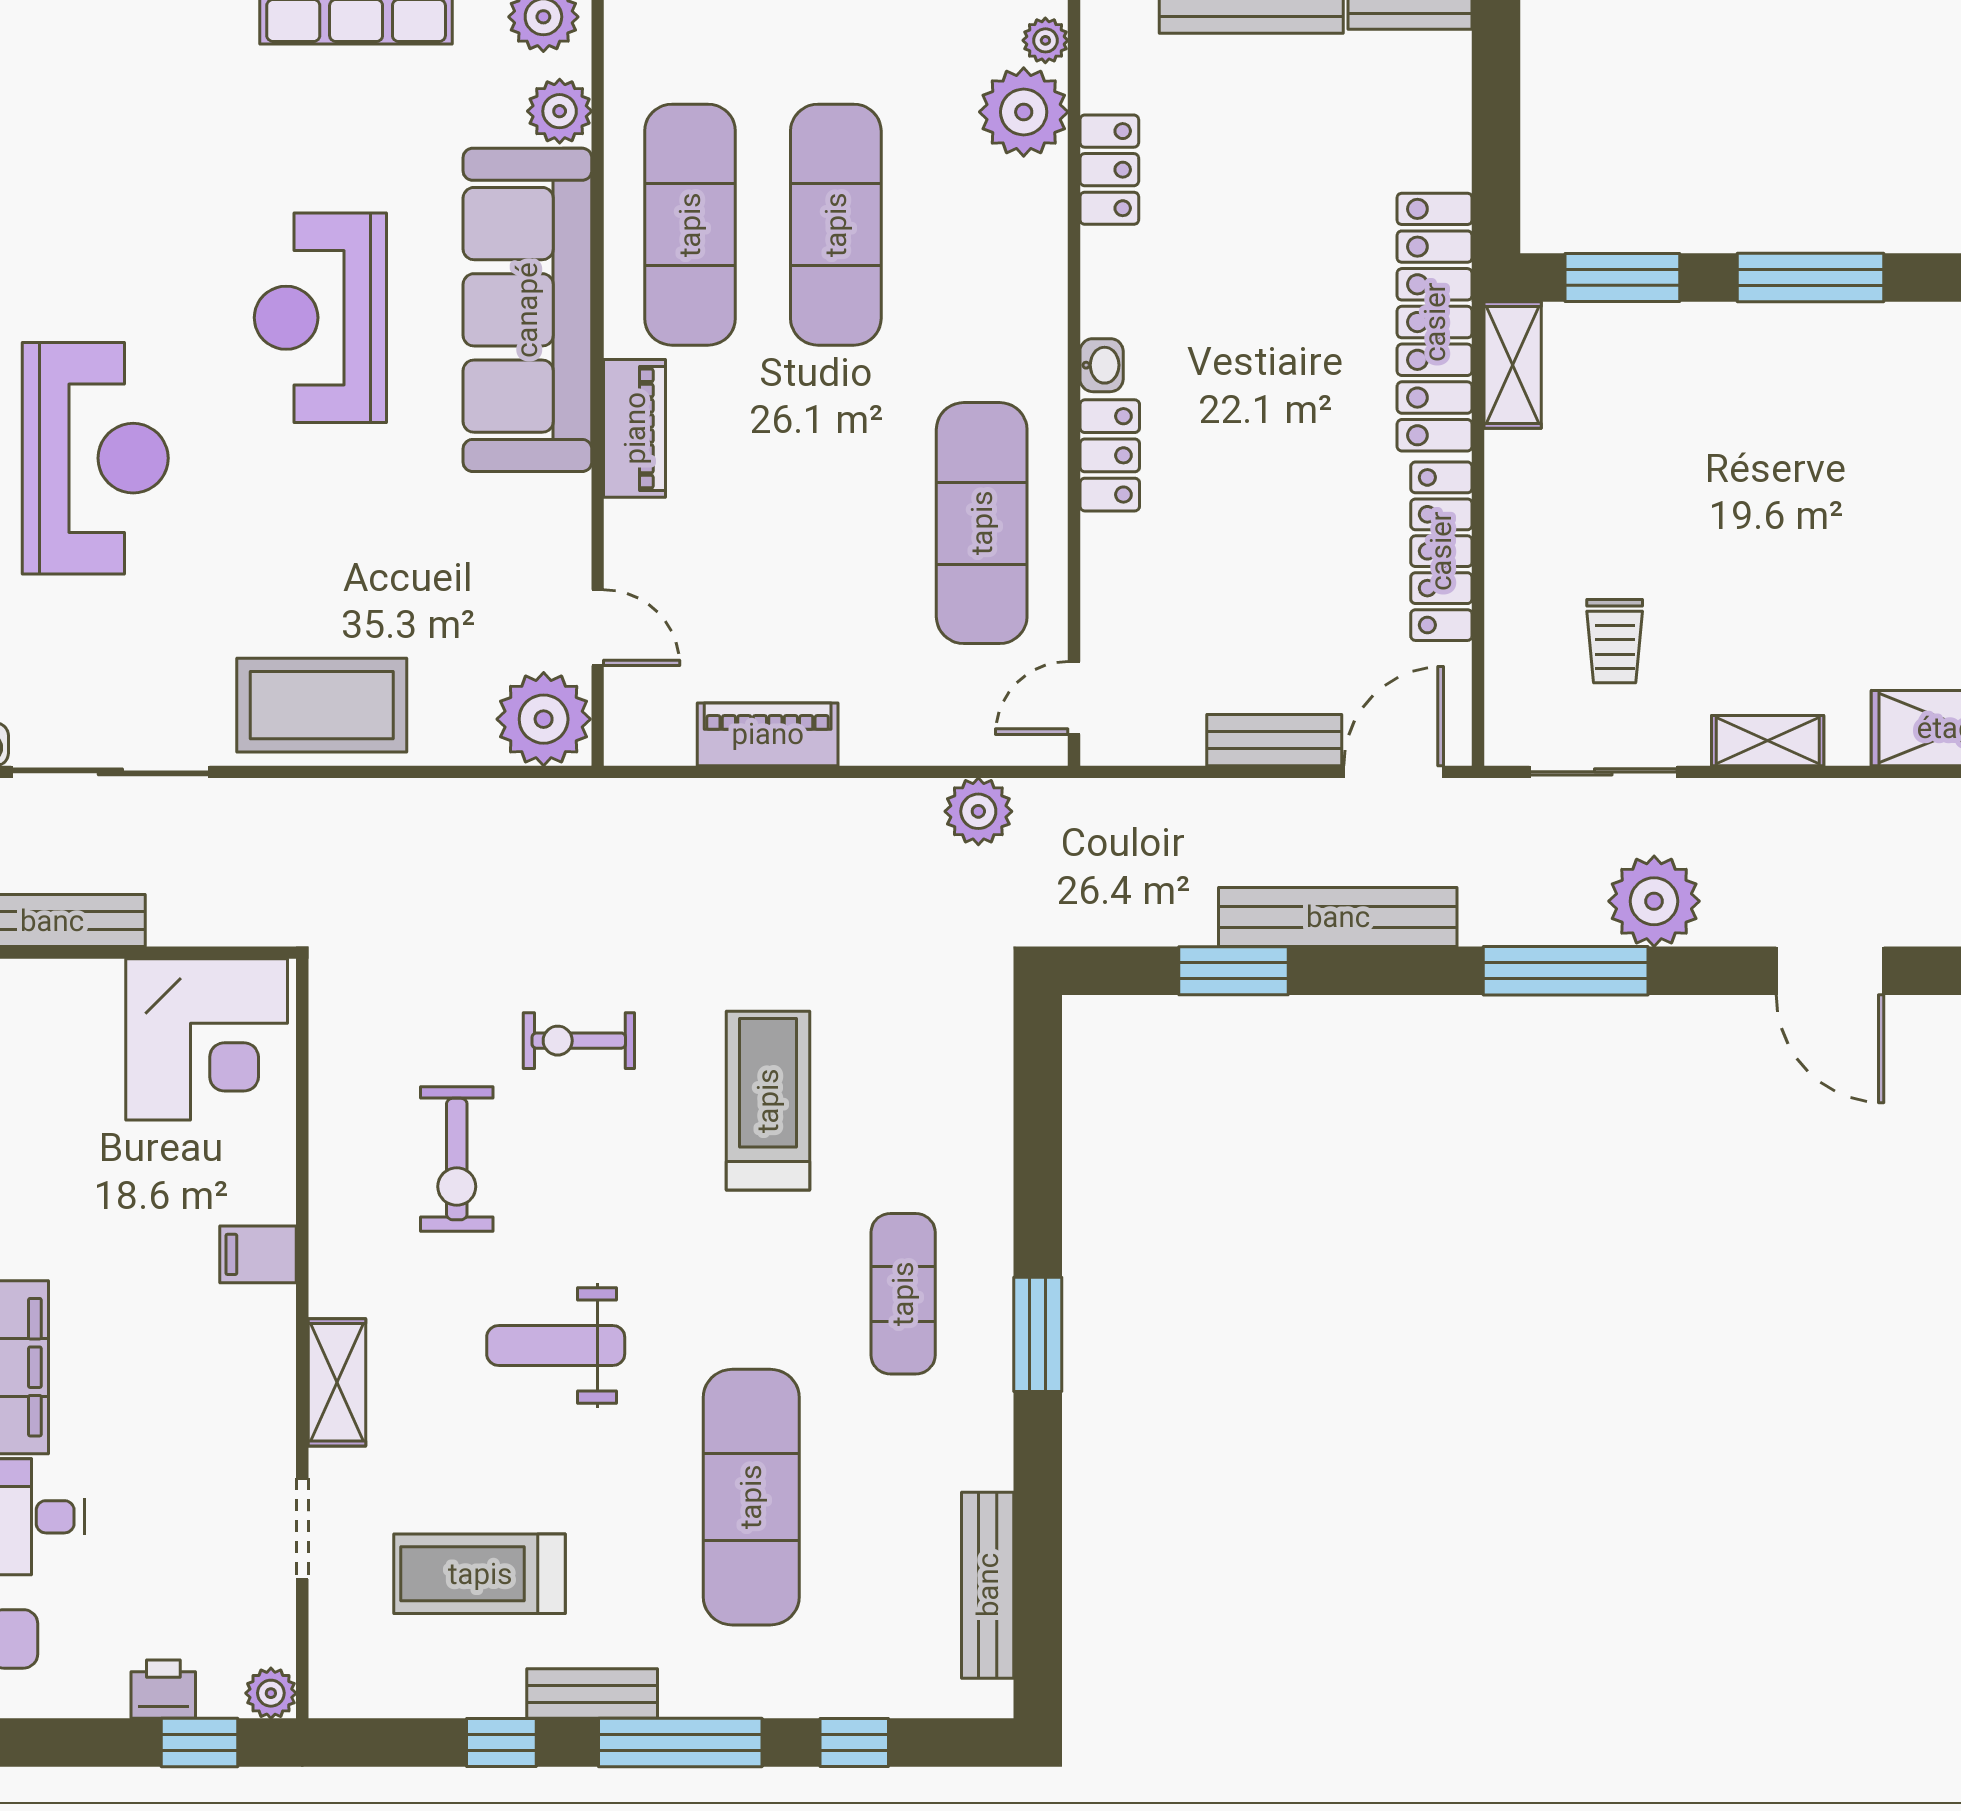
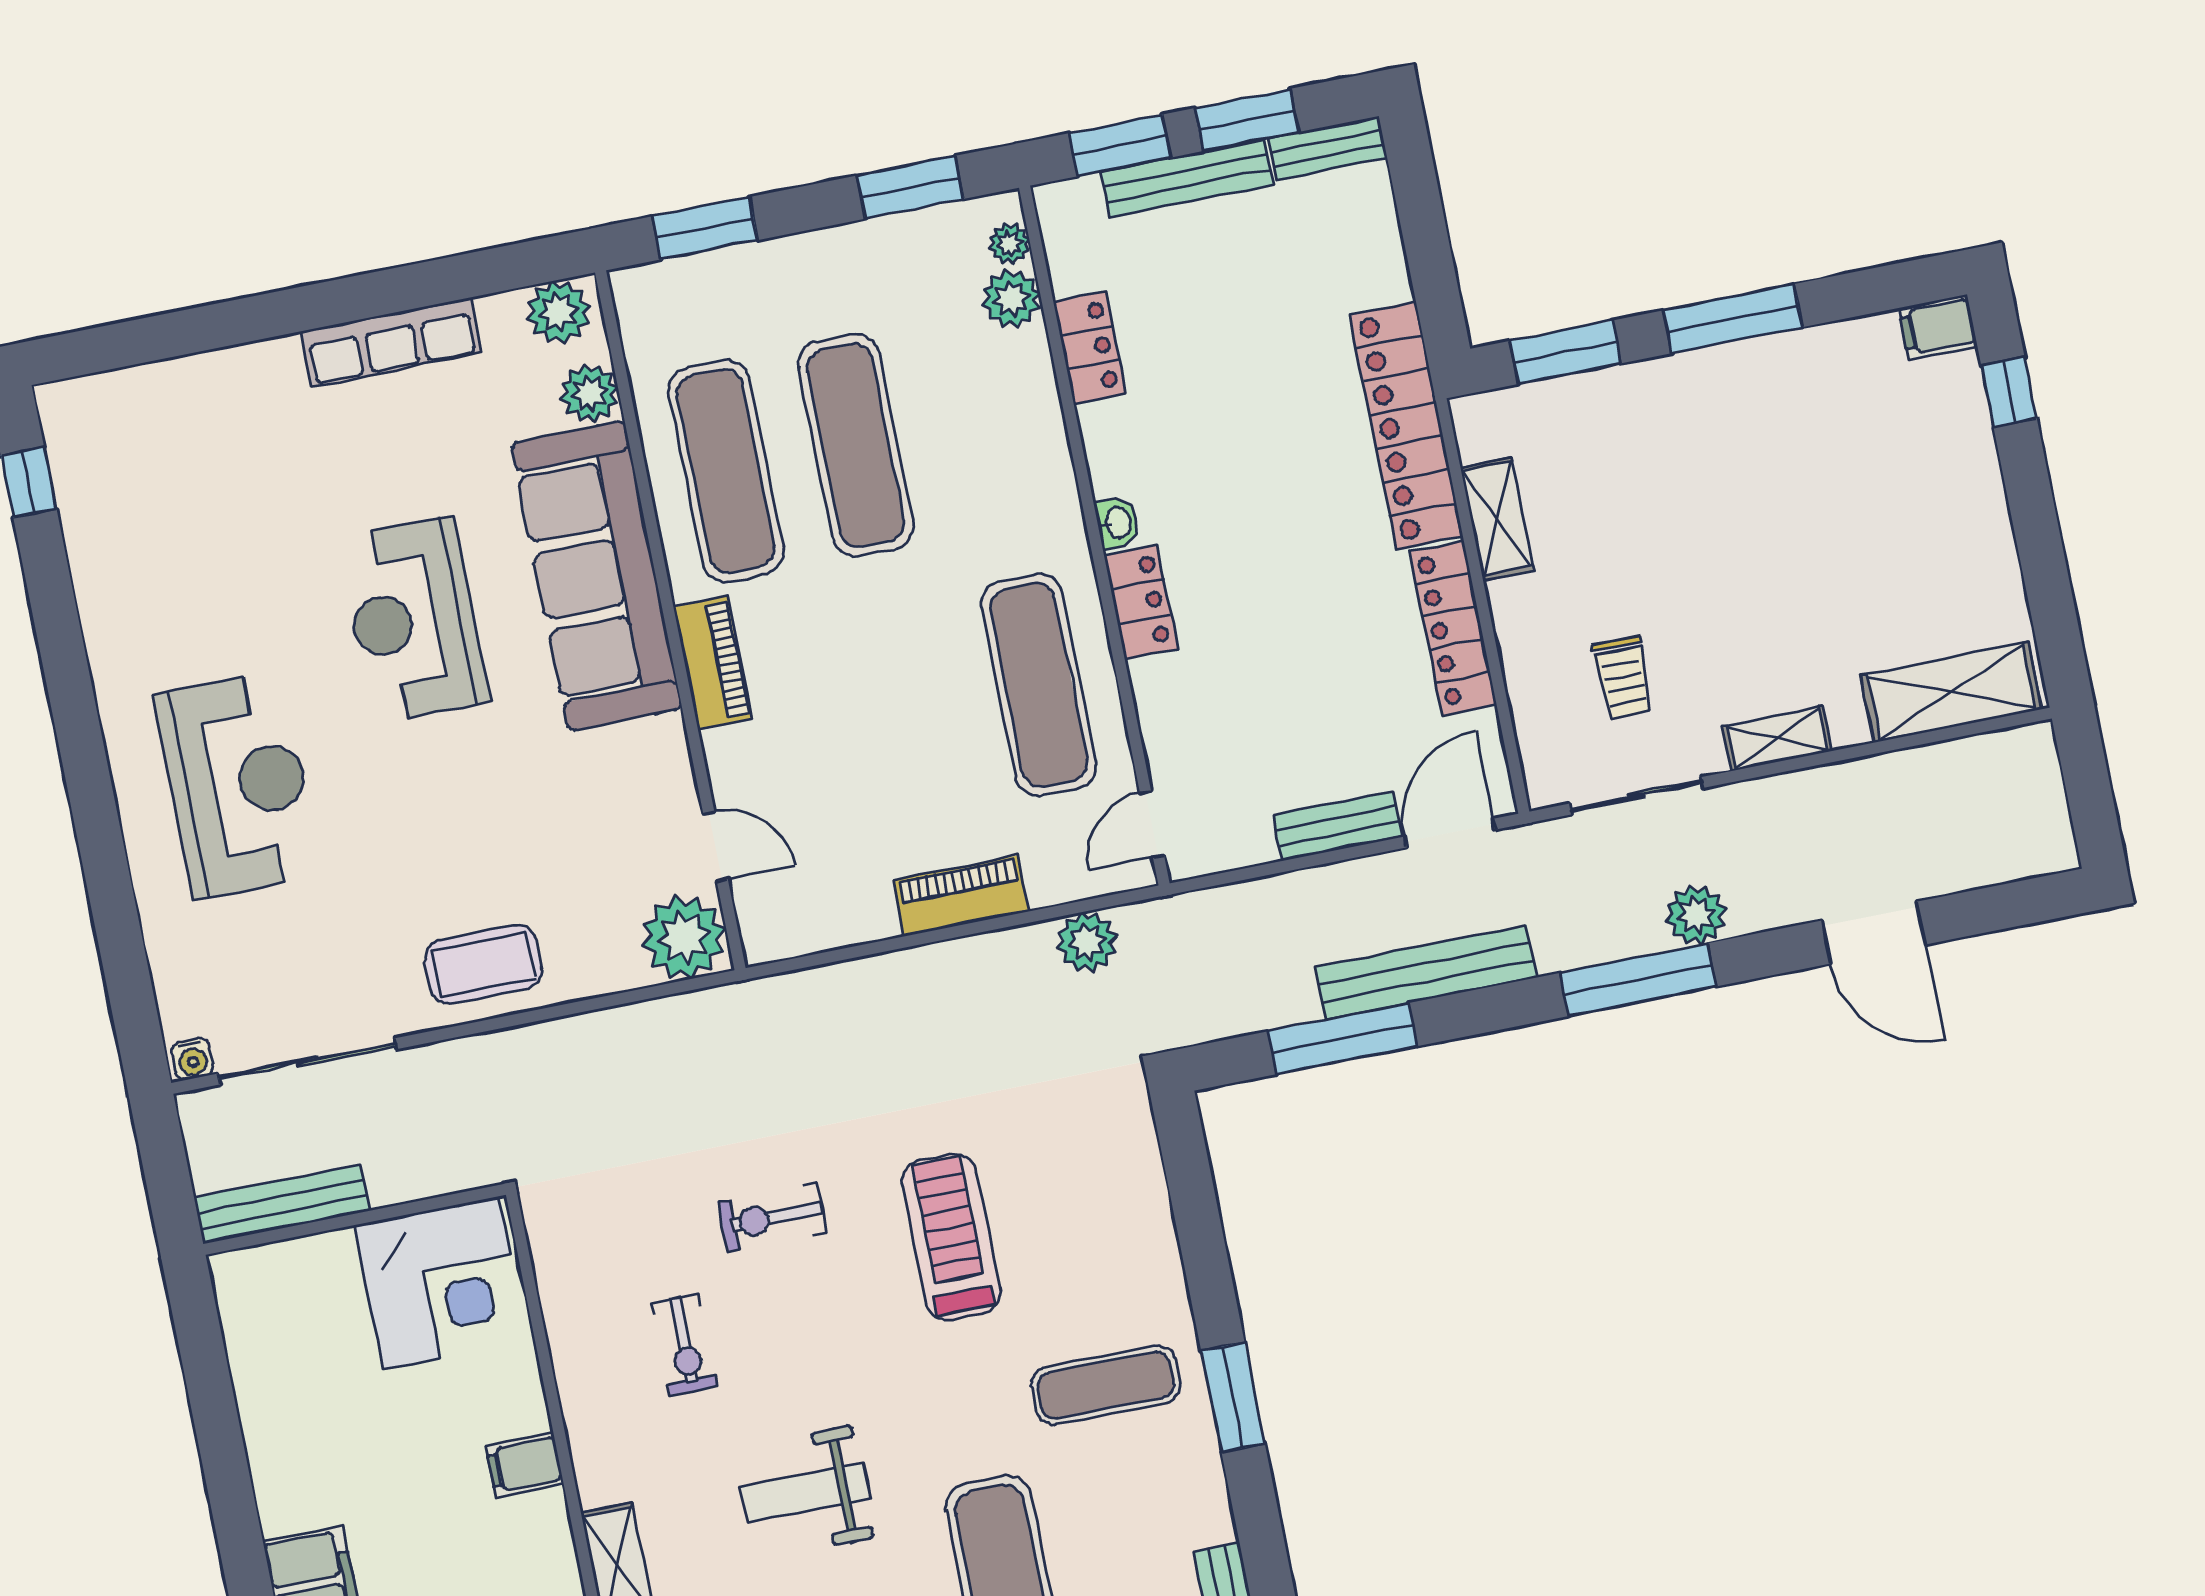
plant: (1024, 112) -> (1011, 299), width x0.73, depth x0.73
shelving: (1513, 365) -> (1497, 519), moved
coffee table: (322, 705) -> (484, 964), width x0.73, depth x0.76
piano: (768, 734) -> (961, 896), moved
plant: (1654, 901) -> (1696, 915), width x0.73, depth x0.73
window: (1233, 971) -> (1342, 1039), width x1.44
exercise bike: (457, 1159) -> (685, 1344), width x0.73, depth x0.72
exercise mat: (903, 1294) -> (1106, 1385), turned 90

